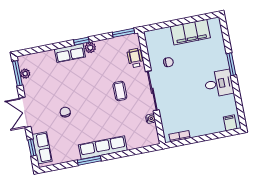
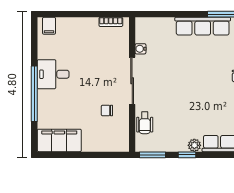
filing cabinet: (190, 32) -> (59, 140), moved
window: (81, 41) -> (187, 155), moved
window: (231, 64) -> (34, 94), width x2.11
coffee table: (120, 91) -> (170, 88), removed

